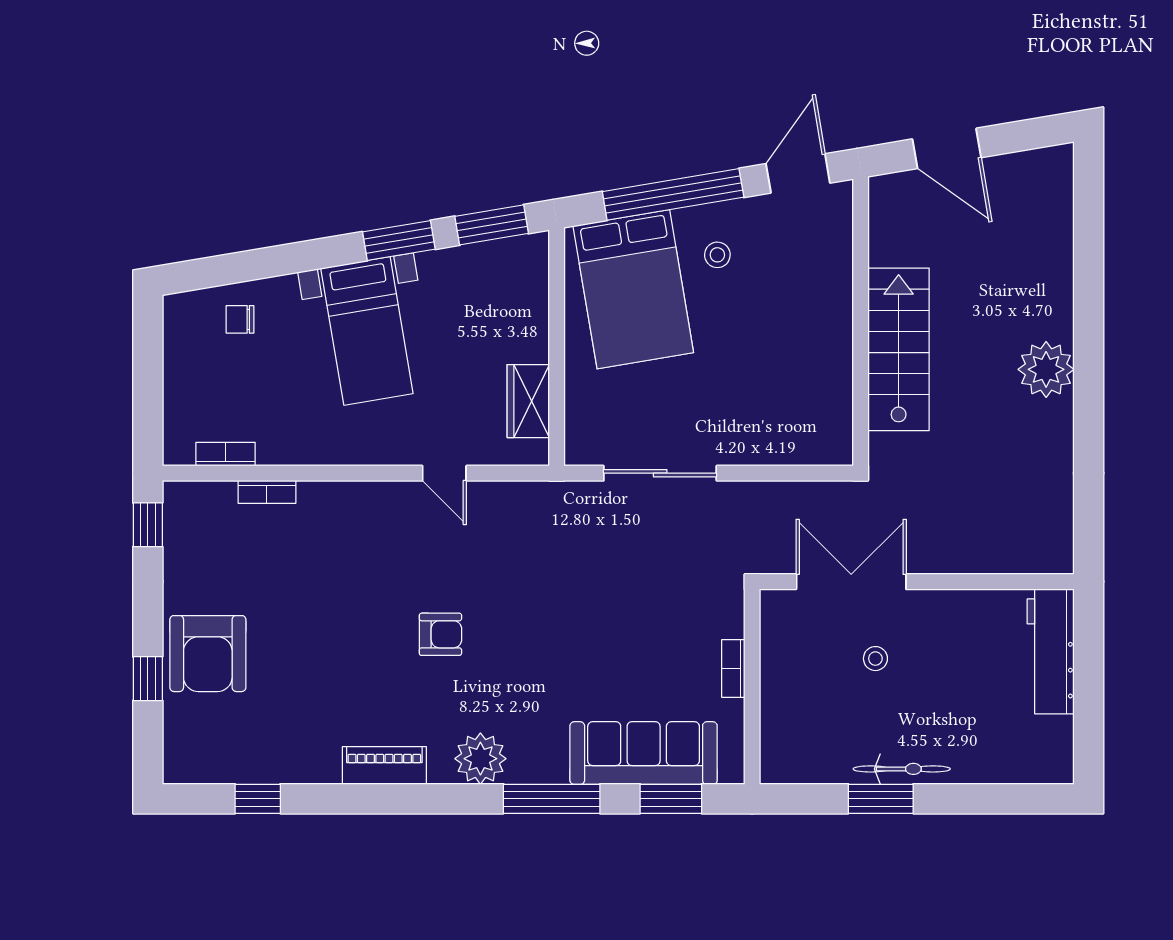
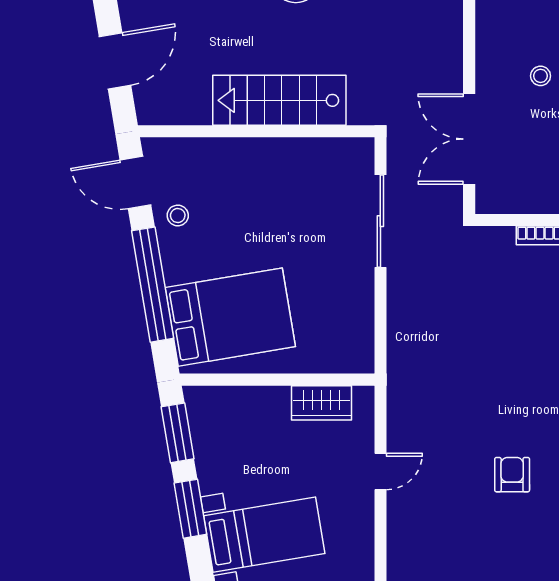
stool: (717, 255) -> (178, 215), moved
sliding door: (660, 473) -> (380, 221), moved
stool: (875, 659) -> (541, 76), moved

